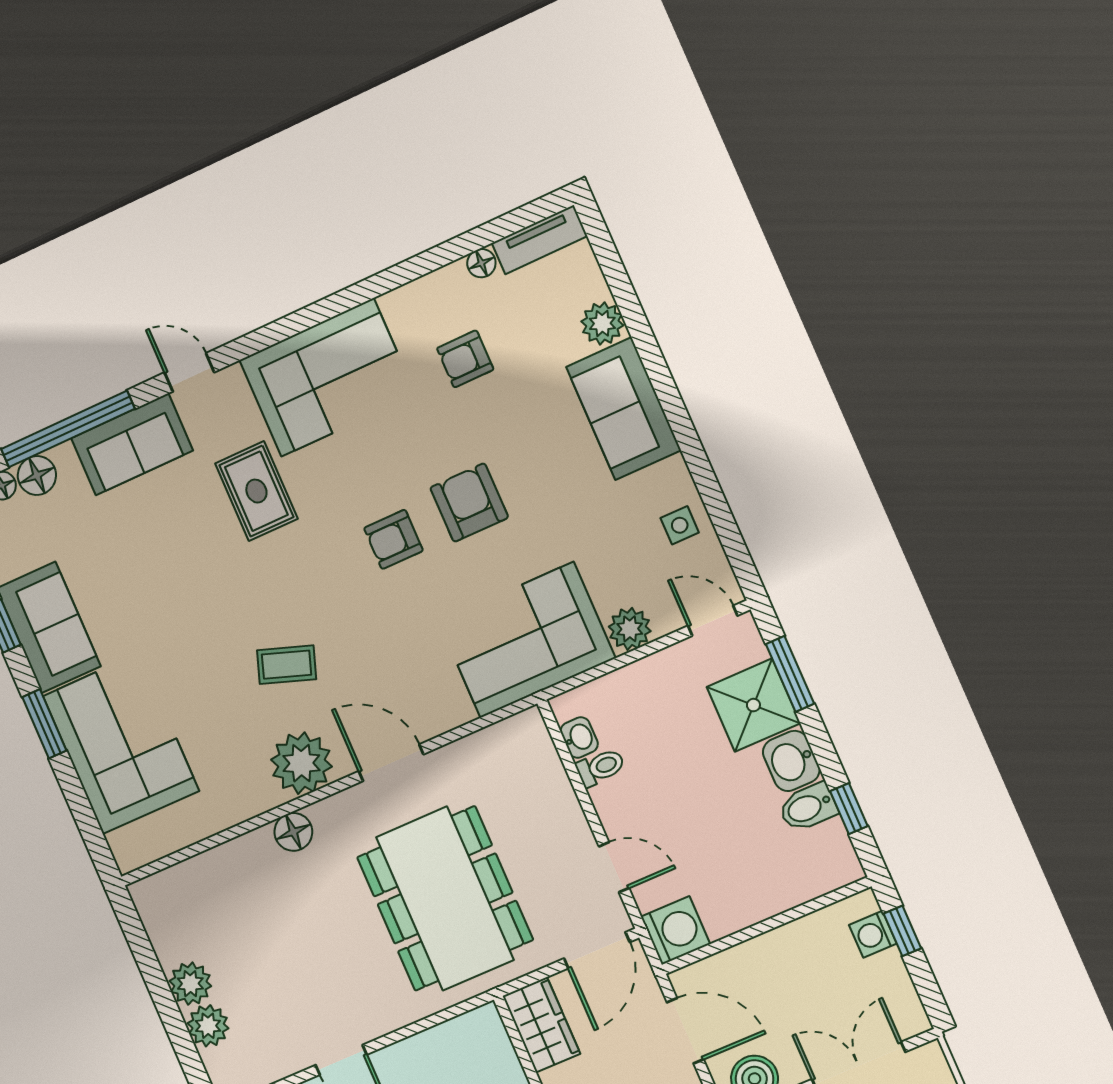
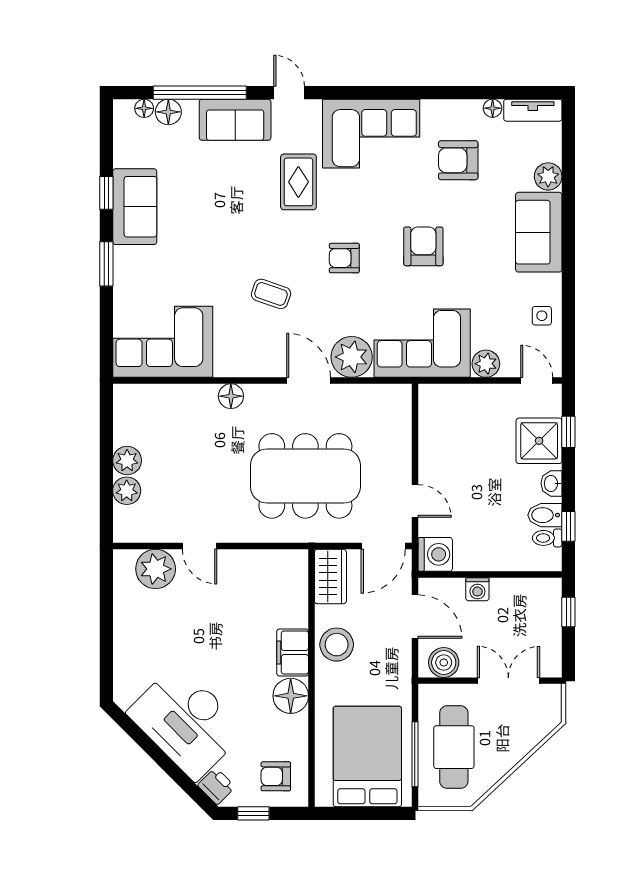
armchair: (465, 359) -> (458, 160), width x1.38, depth x1.38
armchair: (393, 539) -> (344, 258), moved
window: (790, 674) -> (568, 432), width x0.67
washbasin: (579, 737) -> (428, 415), removed
corner sofa: (121, 744) -> (163, 342), moved, turned -90
washbasin: (791, 761) -> (552, 483), width x0.72, depth x0.69
plant: (301, 763) -> (352, 357), moved
toilet: (600, 767) -> (547, 538), moved, turned 180
dining table: (445, 898) -> (305, 476), turned 90
washing machine: (873, 934) -> (477, 589), moved, turned -90

